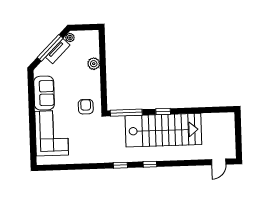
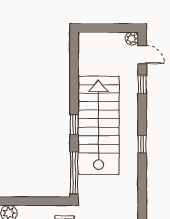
plant: (231, 154) -> (132, 38), added
window: (120, 165) -> (142, 85), moved

